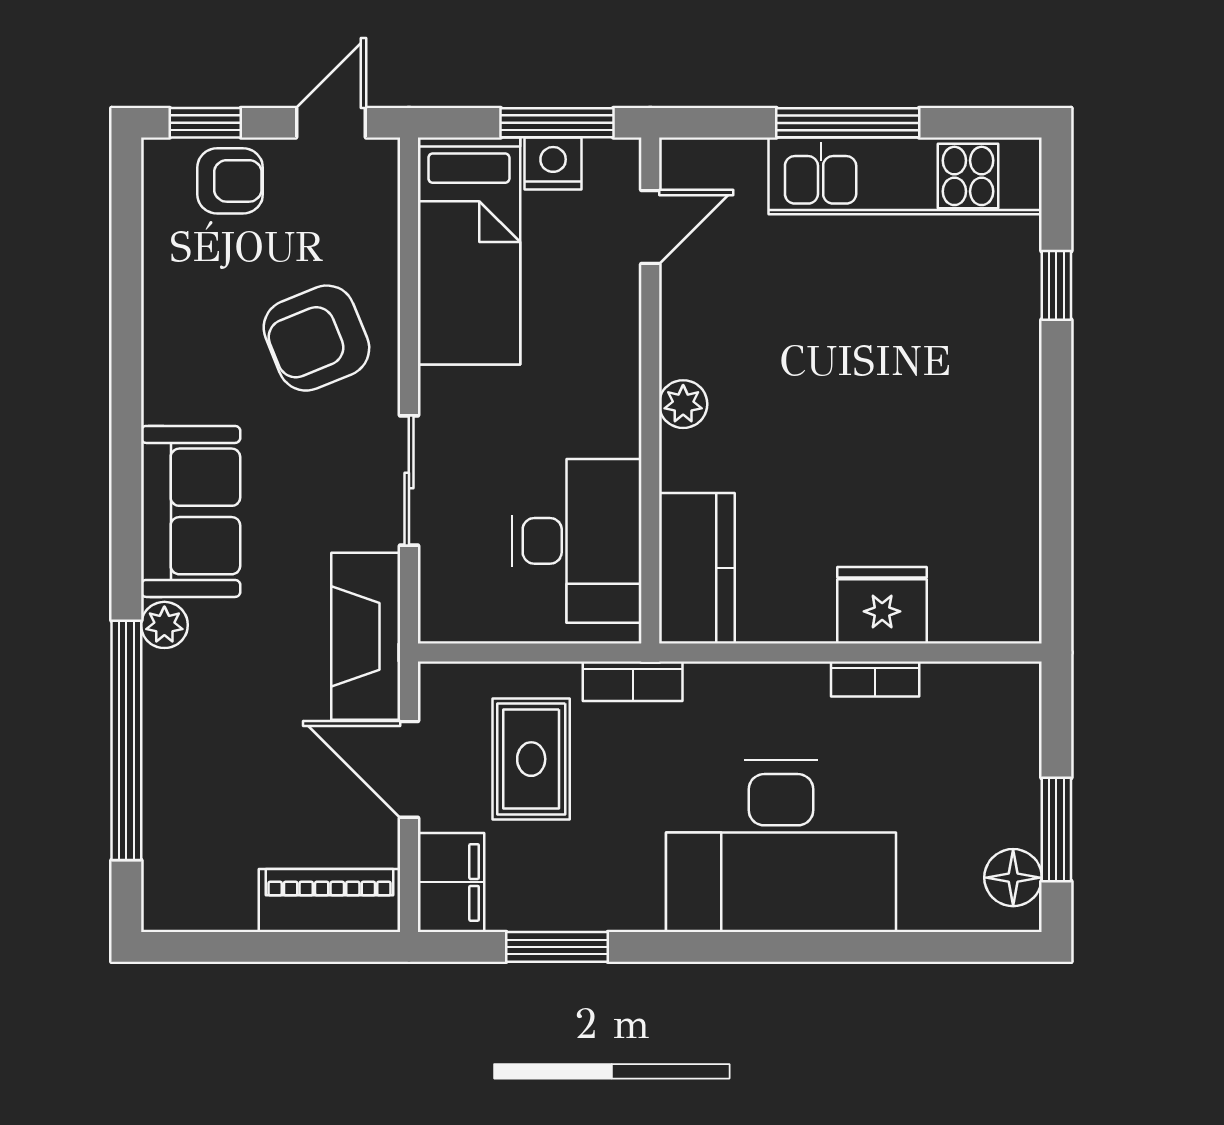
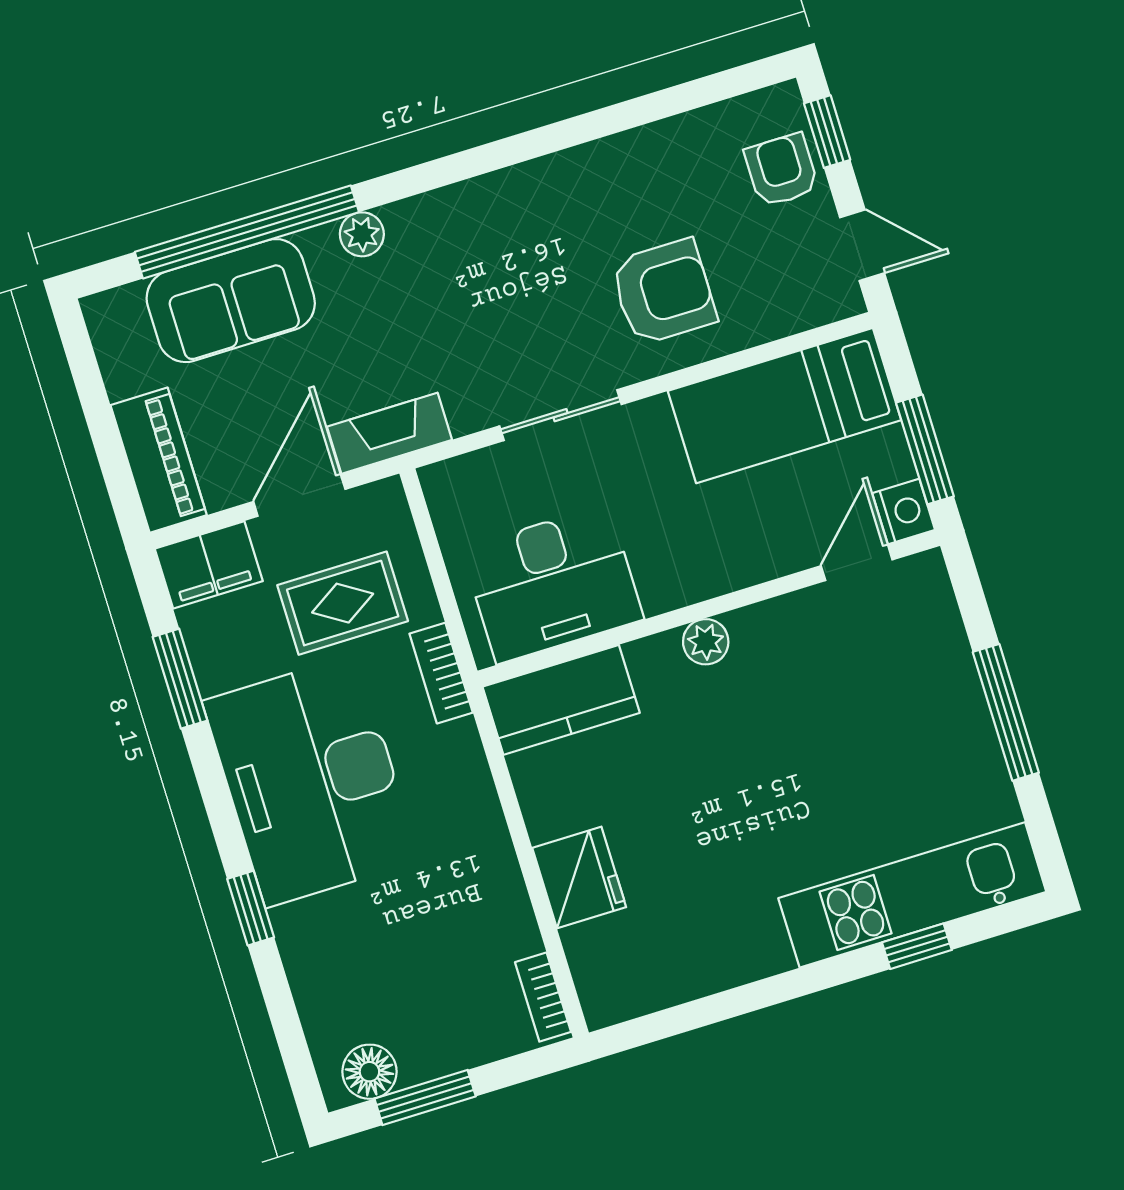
nightstand: (553, 164) -> (904, 512), moved
kitchen unit: (905, 176) -> (912, 895), moved, turned 90
armchair: (230, 181) -> (781, 170), turned 180
door: (650, 227) -> (857, 563), swing flipped
armchair: (316, 338) -> (663, 292), turned 112
sofa: (191, 511) -> (231, 301), moved
fireplace: (366, 636) -> (389, 433), width x0.73, depth x0.76
bookcase: (875, 679) -> (543, 997), moved
desk: (781, 846) -> (311, 781), moved
window: (811, 947) -> (251, 908), added

